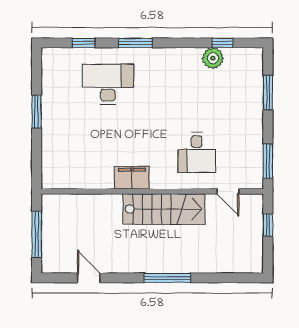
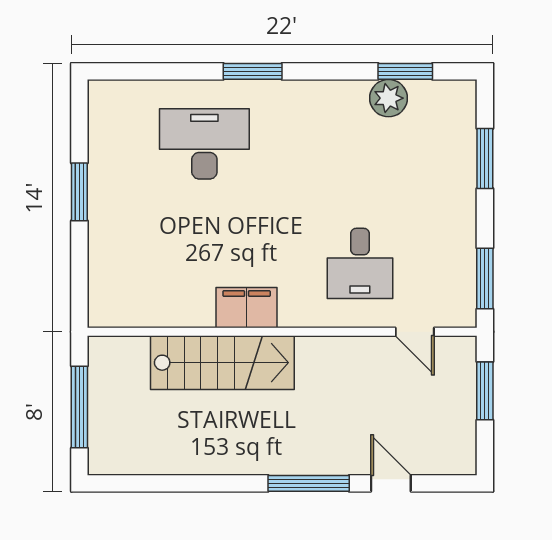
window: (83, 43) -> (162, 71), removed
window: (222, 43) -> (405, 71), width x1.50
stairs: (164, 209) -> (222, 363), moved
window: (268, 225) -> (485, 391), width x1.50
door: (89, 278) -> (391, 483), moved

